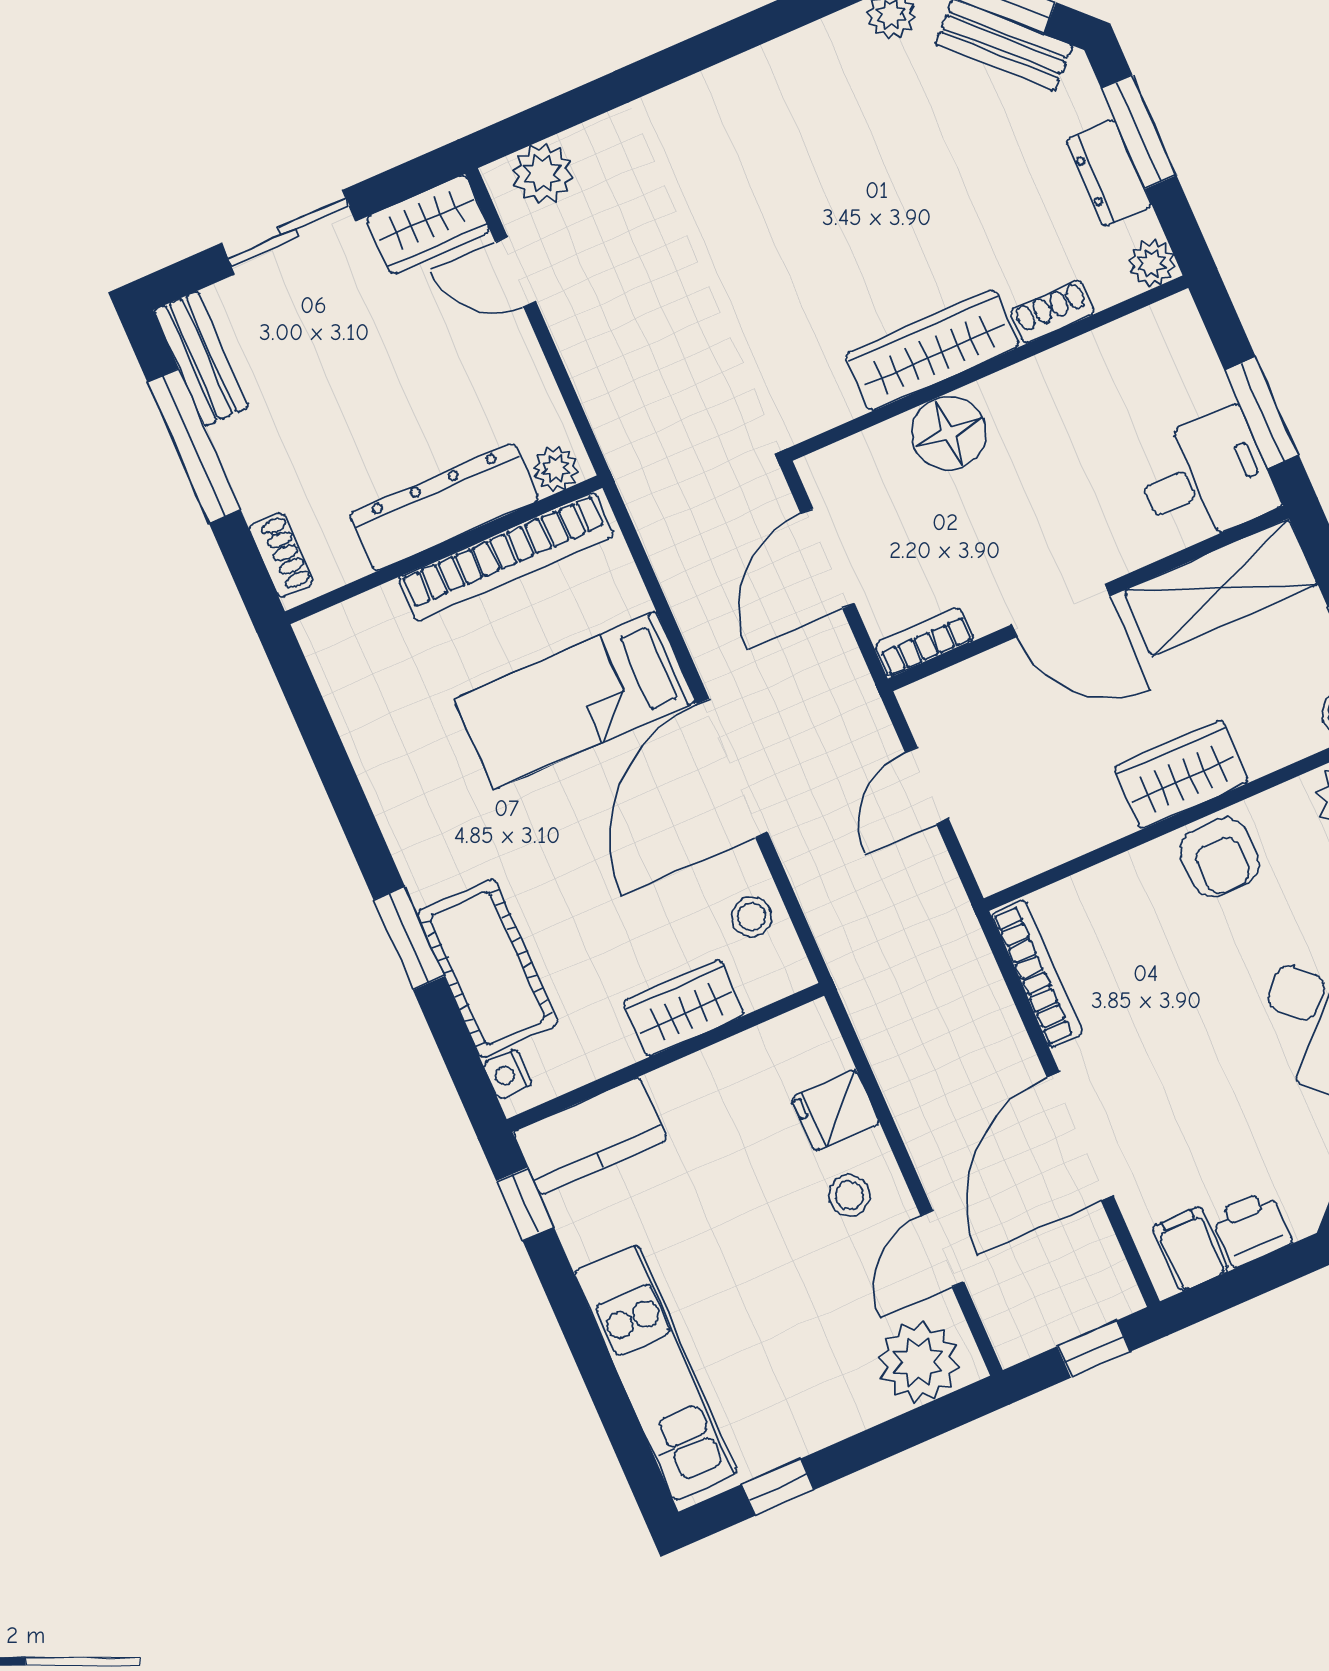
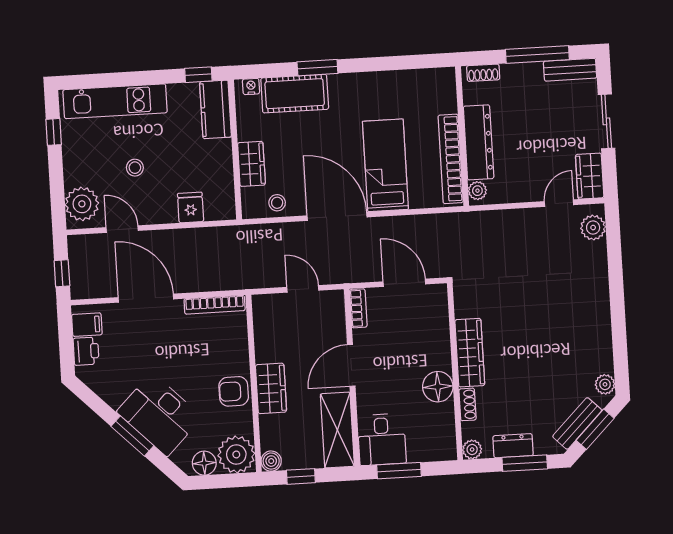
floor lamp: (948, 433) -> (438, 387), moved
stool: (849, 1195) -> (135, 168), moved

